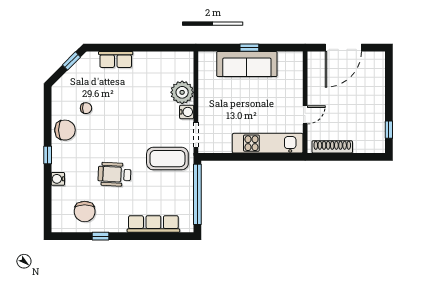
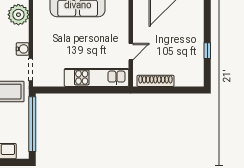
plant: (182, 92) -> (18, 15), moved
window: (389, 130) -> (207, 51), moved

